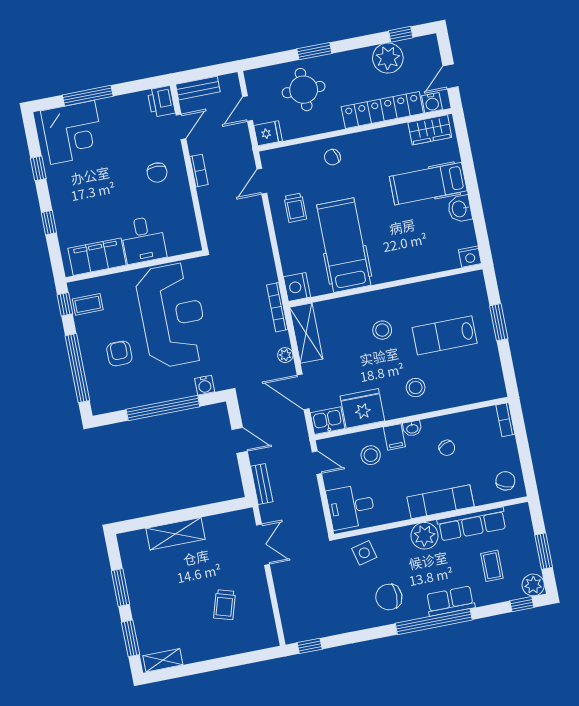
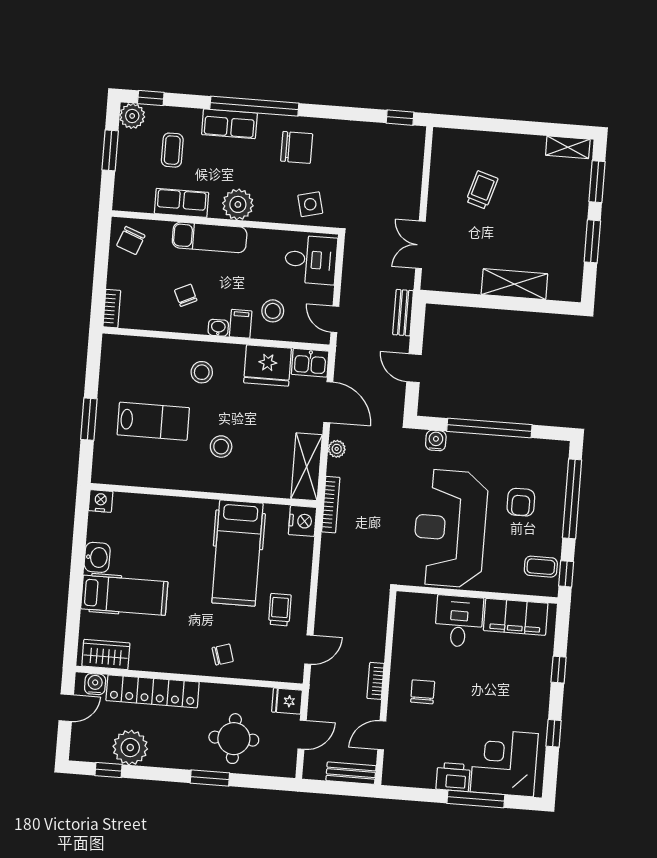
printer: (161, 101) -> (453, 777), moved, turned -90
row of seats: (472, 524) -> (182, 203), width x0.68

